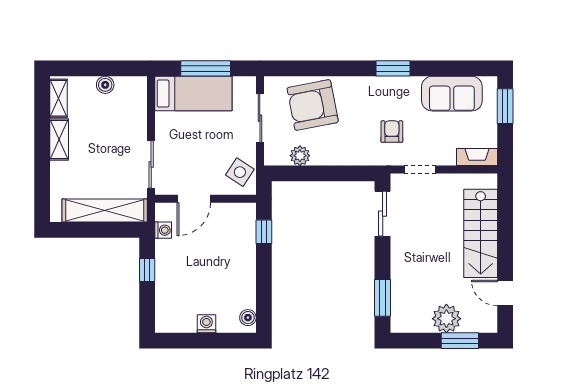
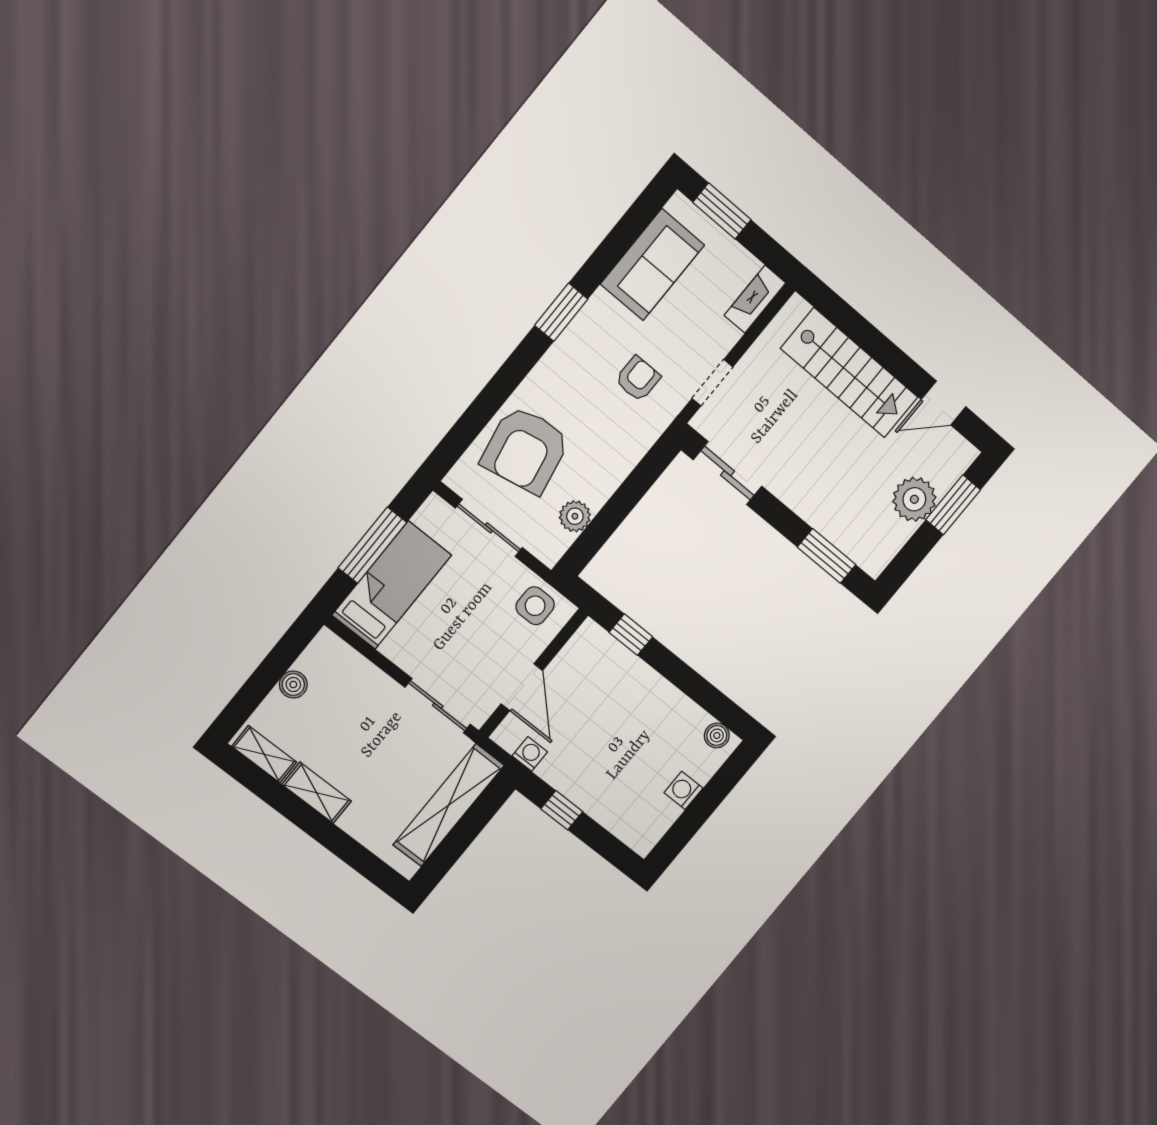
armchair: (392, 132) -> (638, 379), turned 90
side table: (240, 172) -> (535, 606), turned -33

